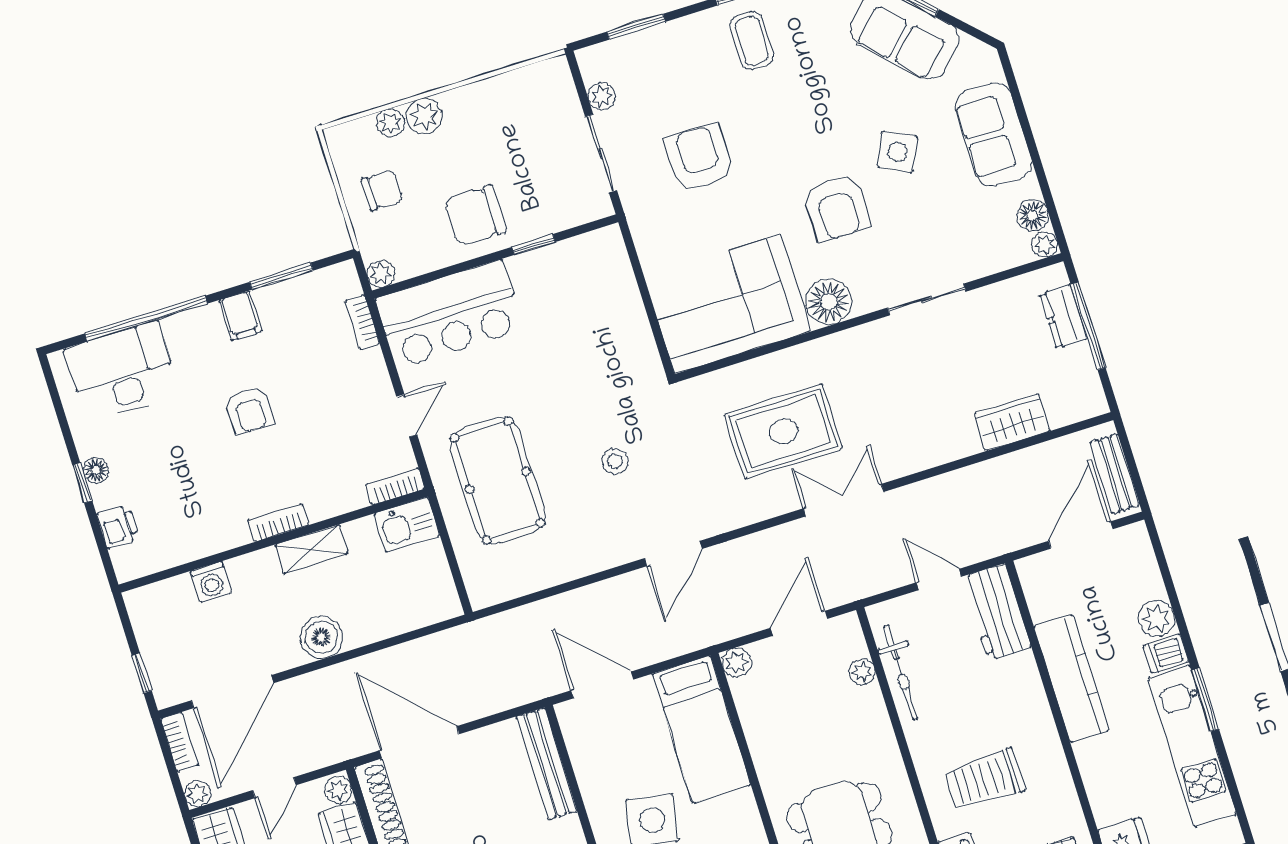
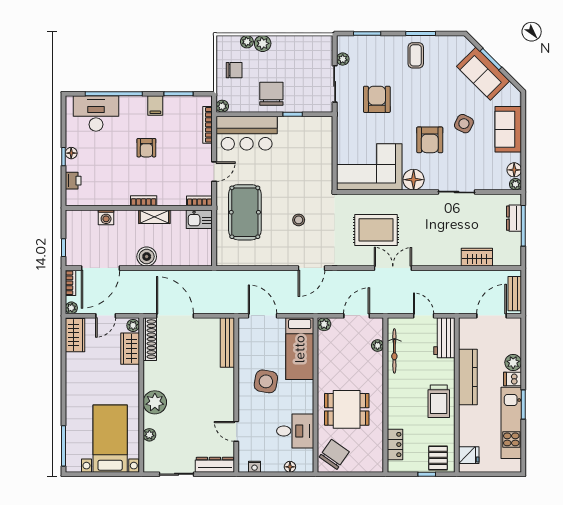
chair: (475, 216) -> (271, 94), turned 90
bookcase: (362, 322) -> (207, 125), width x1.56
trolley: (984, 780) -> (439, 401), moved, turned -90

